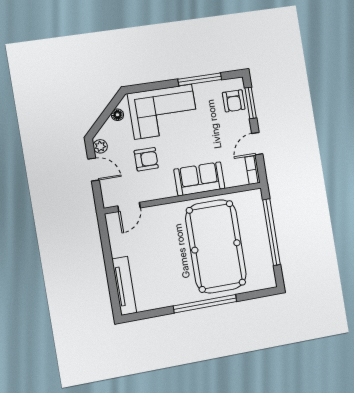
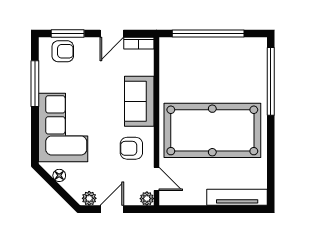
door: (257, 144) -> (112, 34), hinge flipped
armchair: (146, 159) -> (131, 148), moved, turned -90
plant: (109, 201) -> (147, 199), added
pool table: (216, 246) -> (212, 130), moved
window: (205, 304) -> (271, 81), moved

